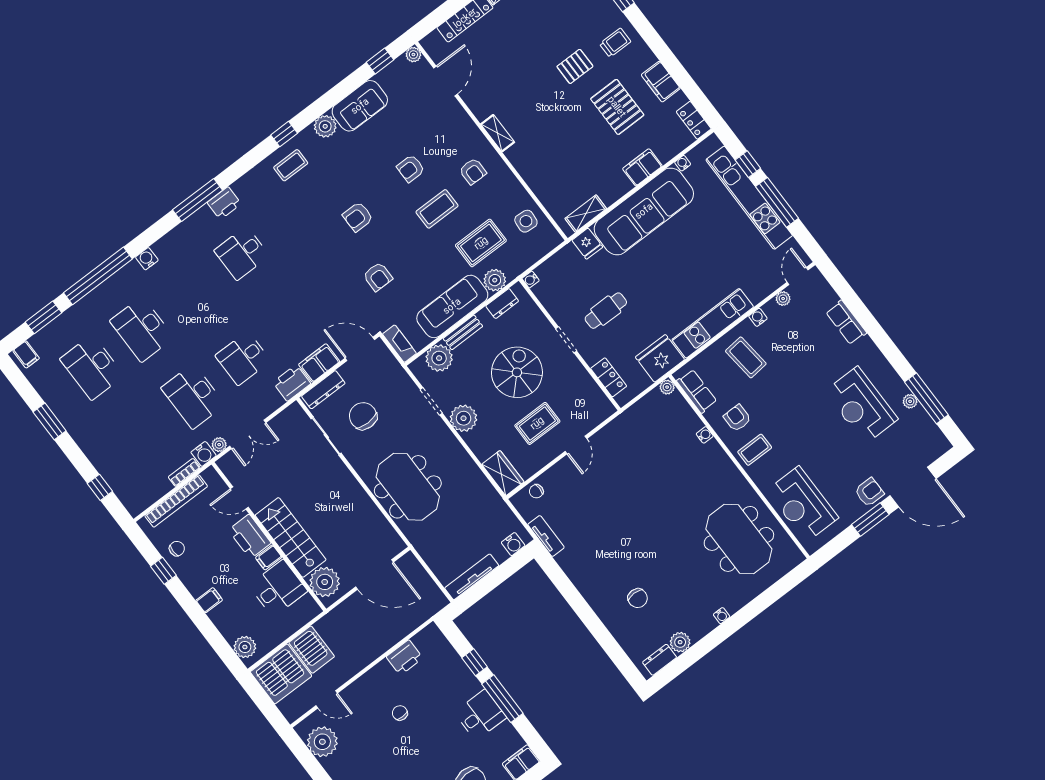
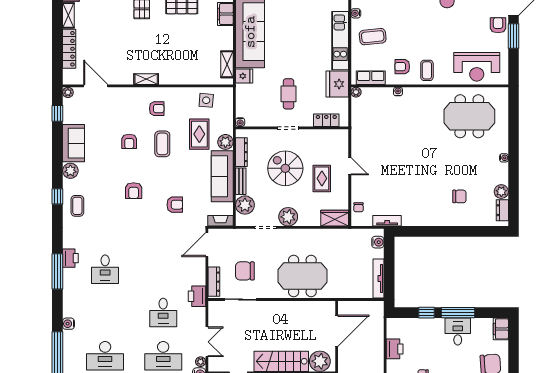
dresser: (502, 304) -> (241, 152), width x1.44
filing cabinet: (319, 363) -> (198, 273), removed

